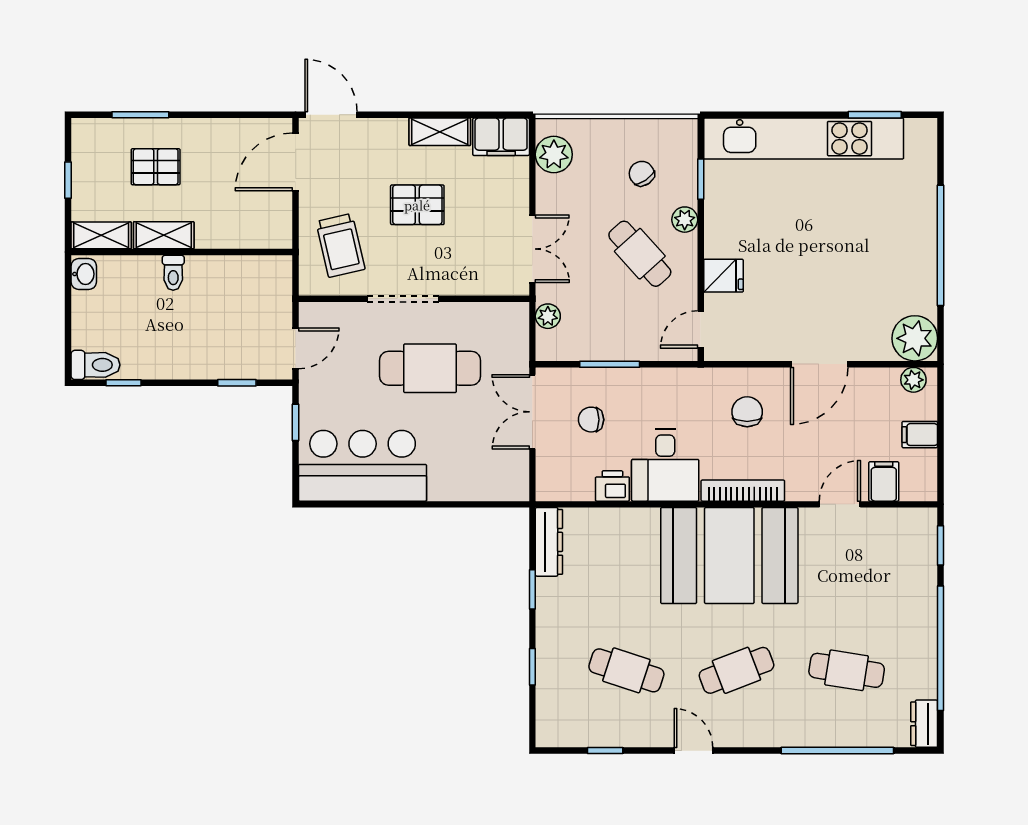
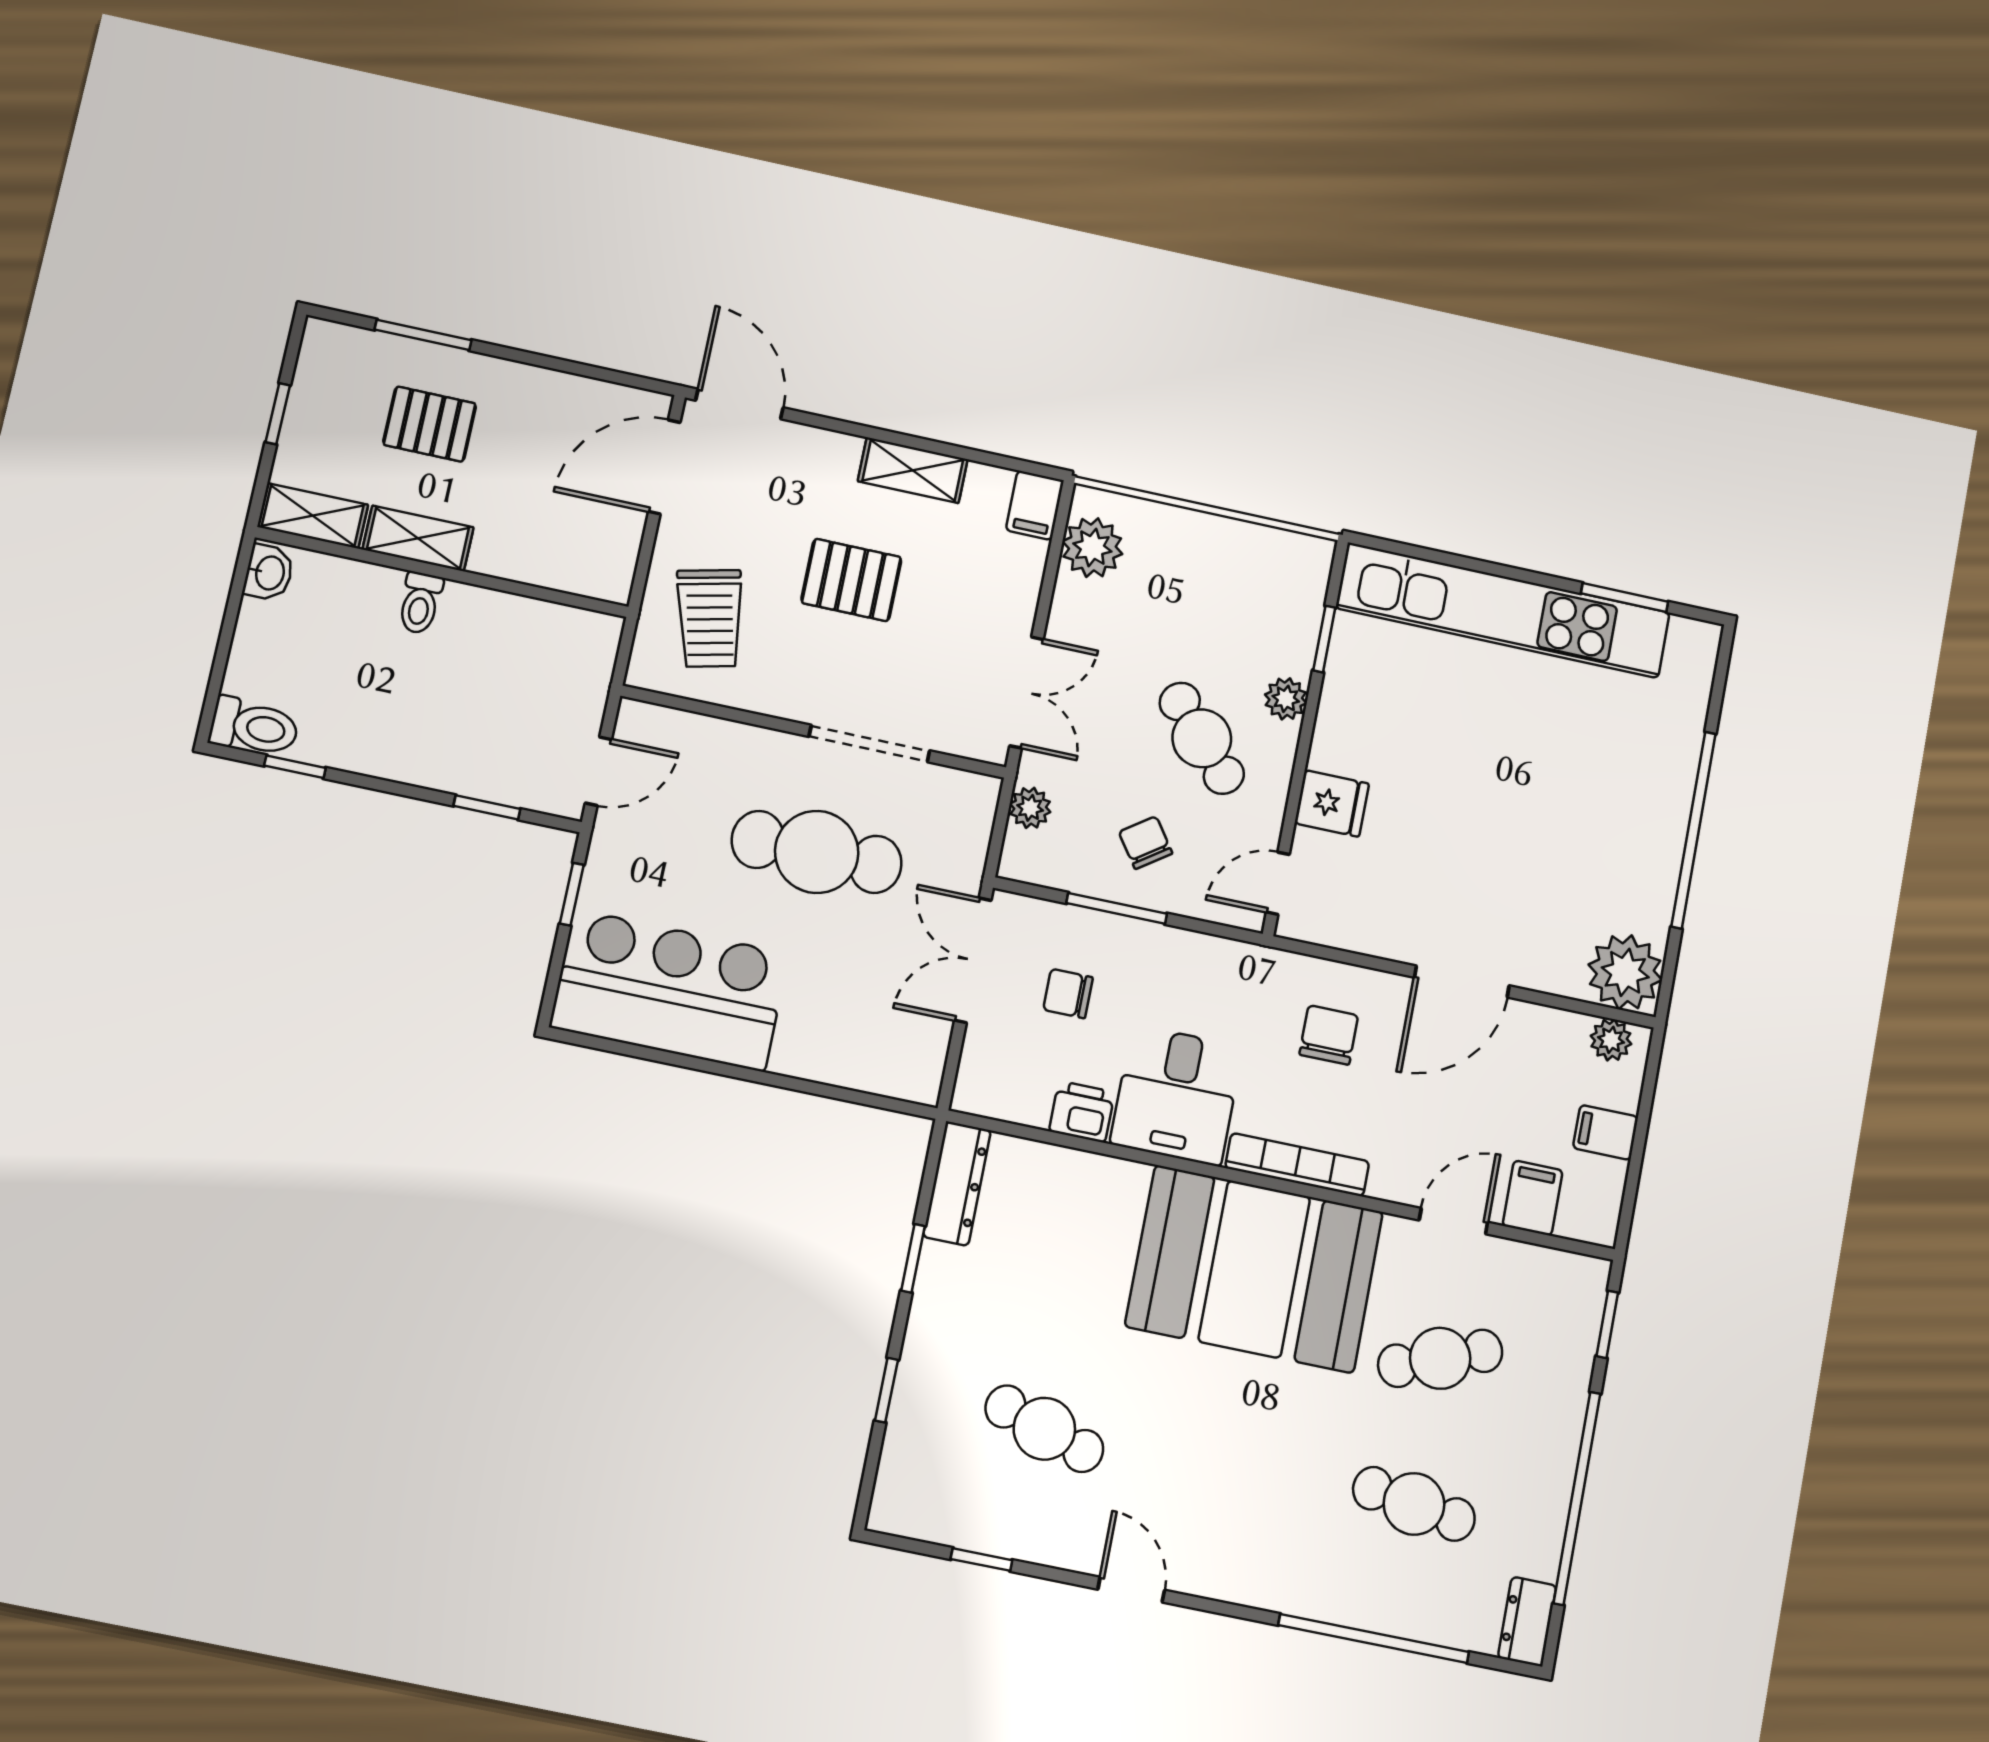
filing cabinet: (501, 137) -> (1035, 505), width x0.50
chair: (642, 174) -> (1146, 843), moved
doorway: (403, 299) -> (869, 744), moved
cafe table: (736, 670) -> (1440, 1358), moved

